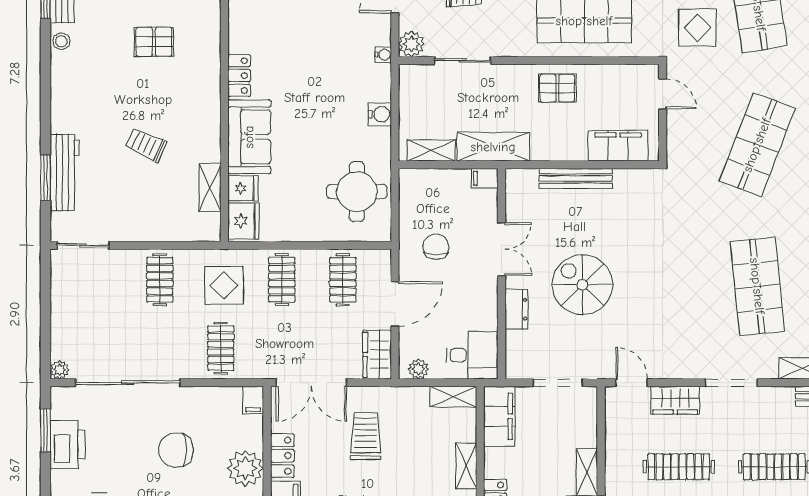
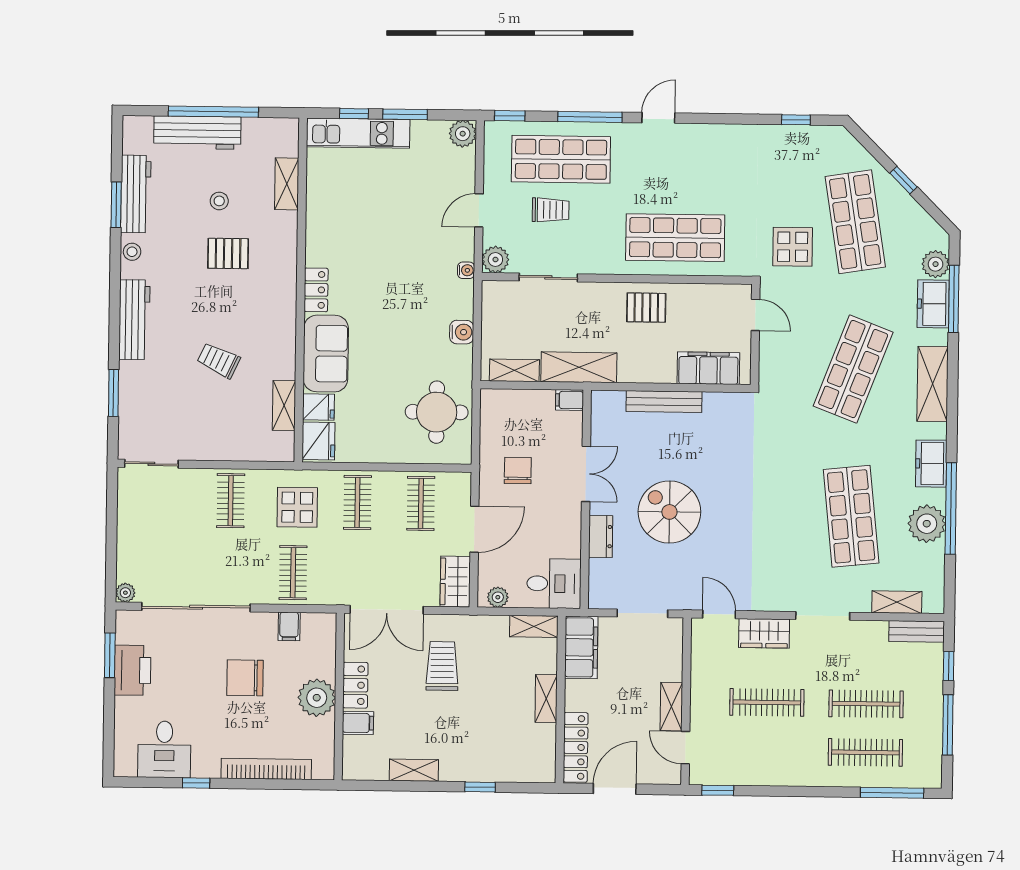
workbench: (65, 173) -> (134, 320), moved
filing cabinet: (253, 400) -> (289, 626), moved

